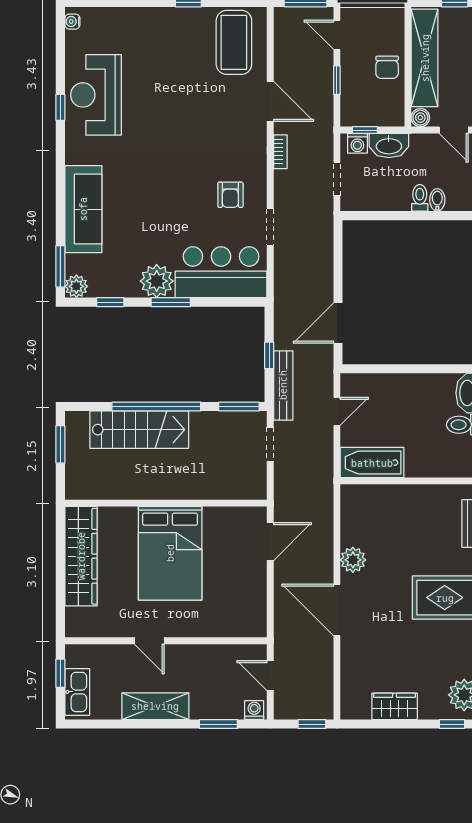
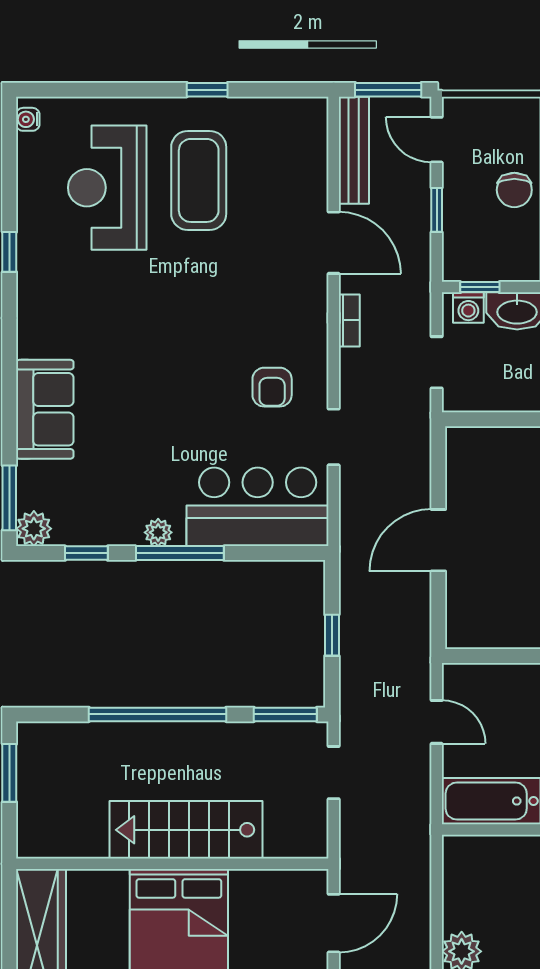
coffee table: (234, 42) -> (199, 180), moved
reception desk: (96, 95) -> (107, 188), moved
sofa: (83, 209) -> (45, 409), width x0.73
plant: (157, 281) -> (158, 532), width x0.53, depth x0.53
window: (171, 302) -> (180, 553), width x1.44
door: (338, 323) -> (438, 540), moved
bench: (283, 385) -> (354, 150), moved
door: (337, 411) -> (437, 722), hinge flipped
stairs: (139, 430) -> (186, 830), moved, turned 180

